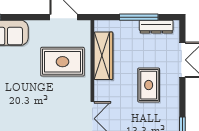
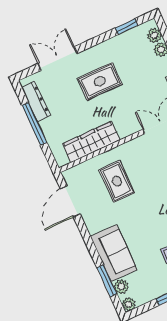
rug: (63, 62) -> (117, 181), width x0.73, depth x0.70

